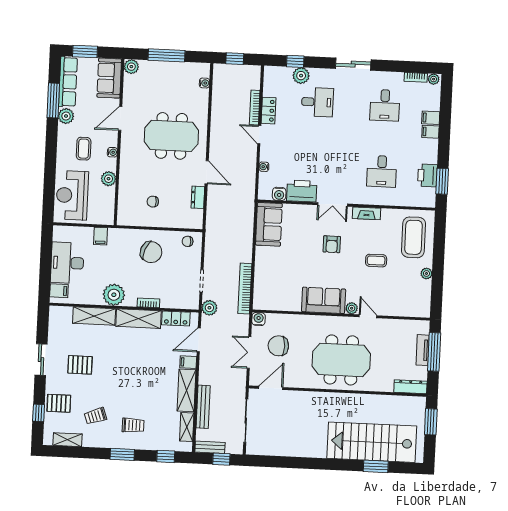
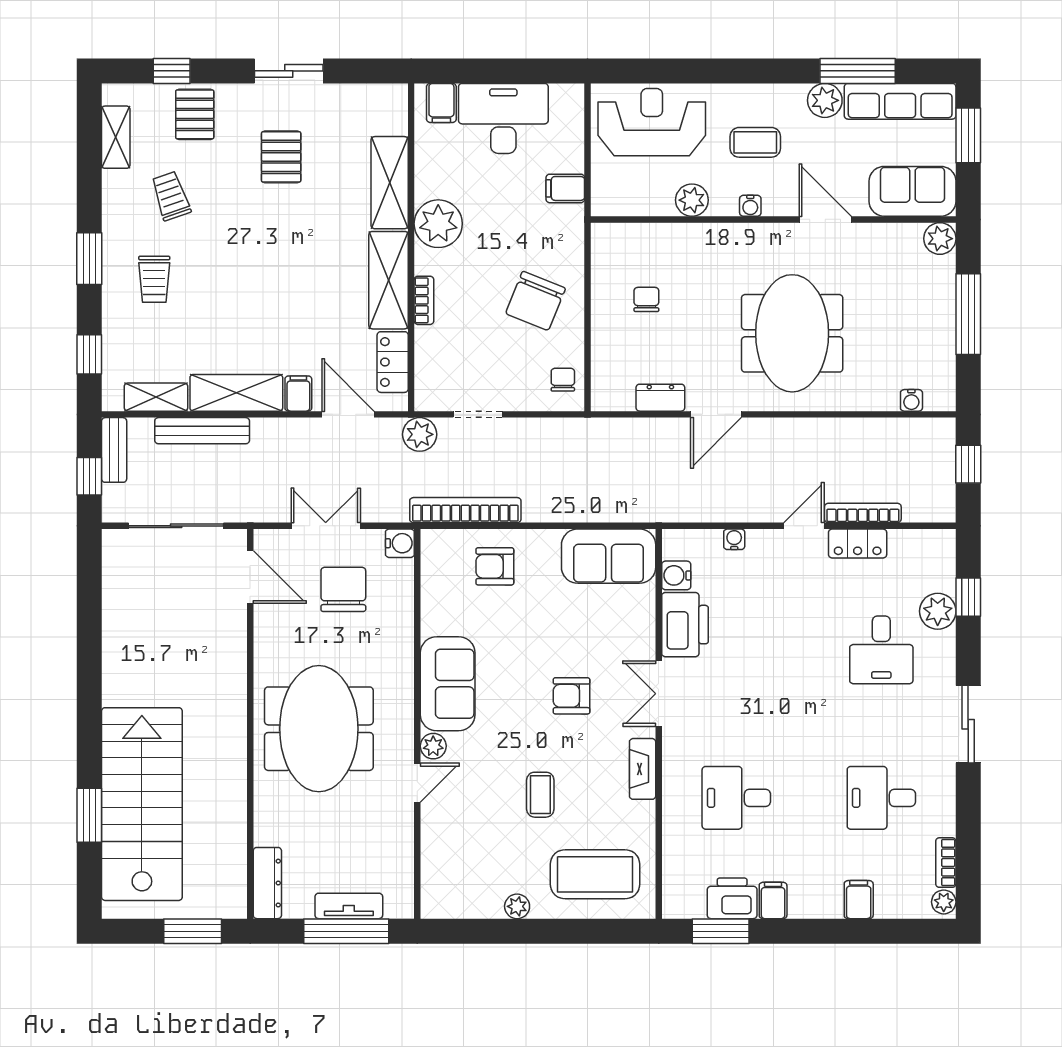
filing cabinet: (430, 132) -> (773, 900), moved
armchair: (271, 276) -> (495, 566), added

